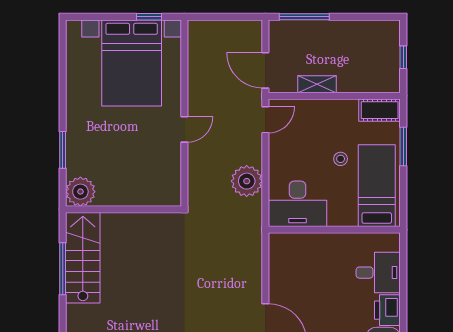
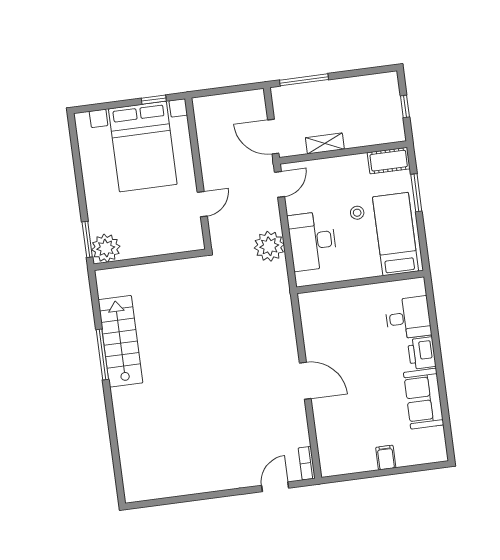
plant: (80, 192) -> (106, 248), moved
desk: (297, 204) -> (312, 241), moved, turned 90
wall: (123, 209) -> (150, 260), moved

